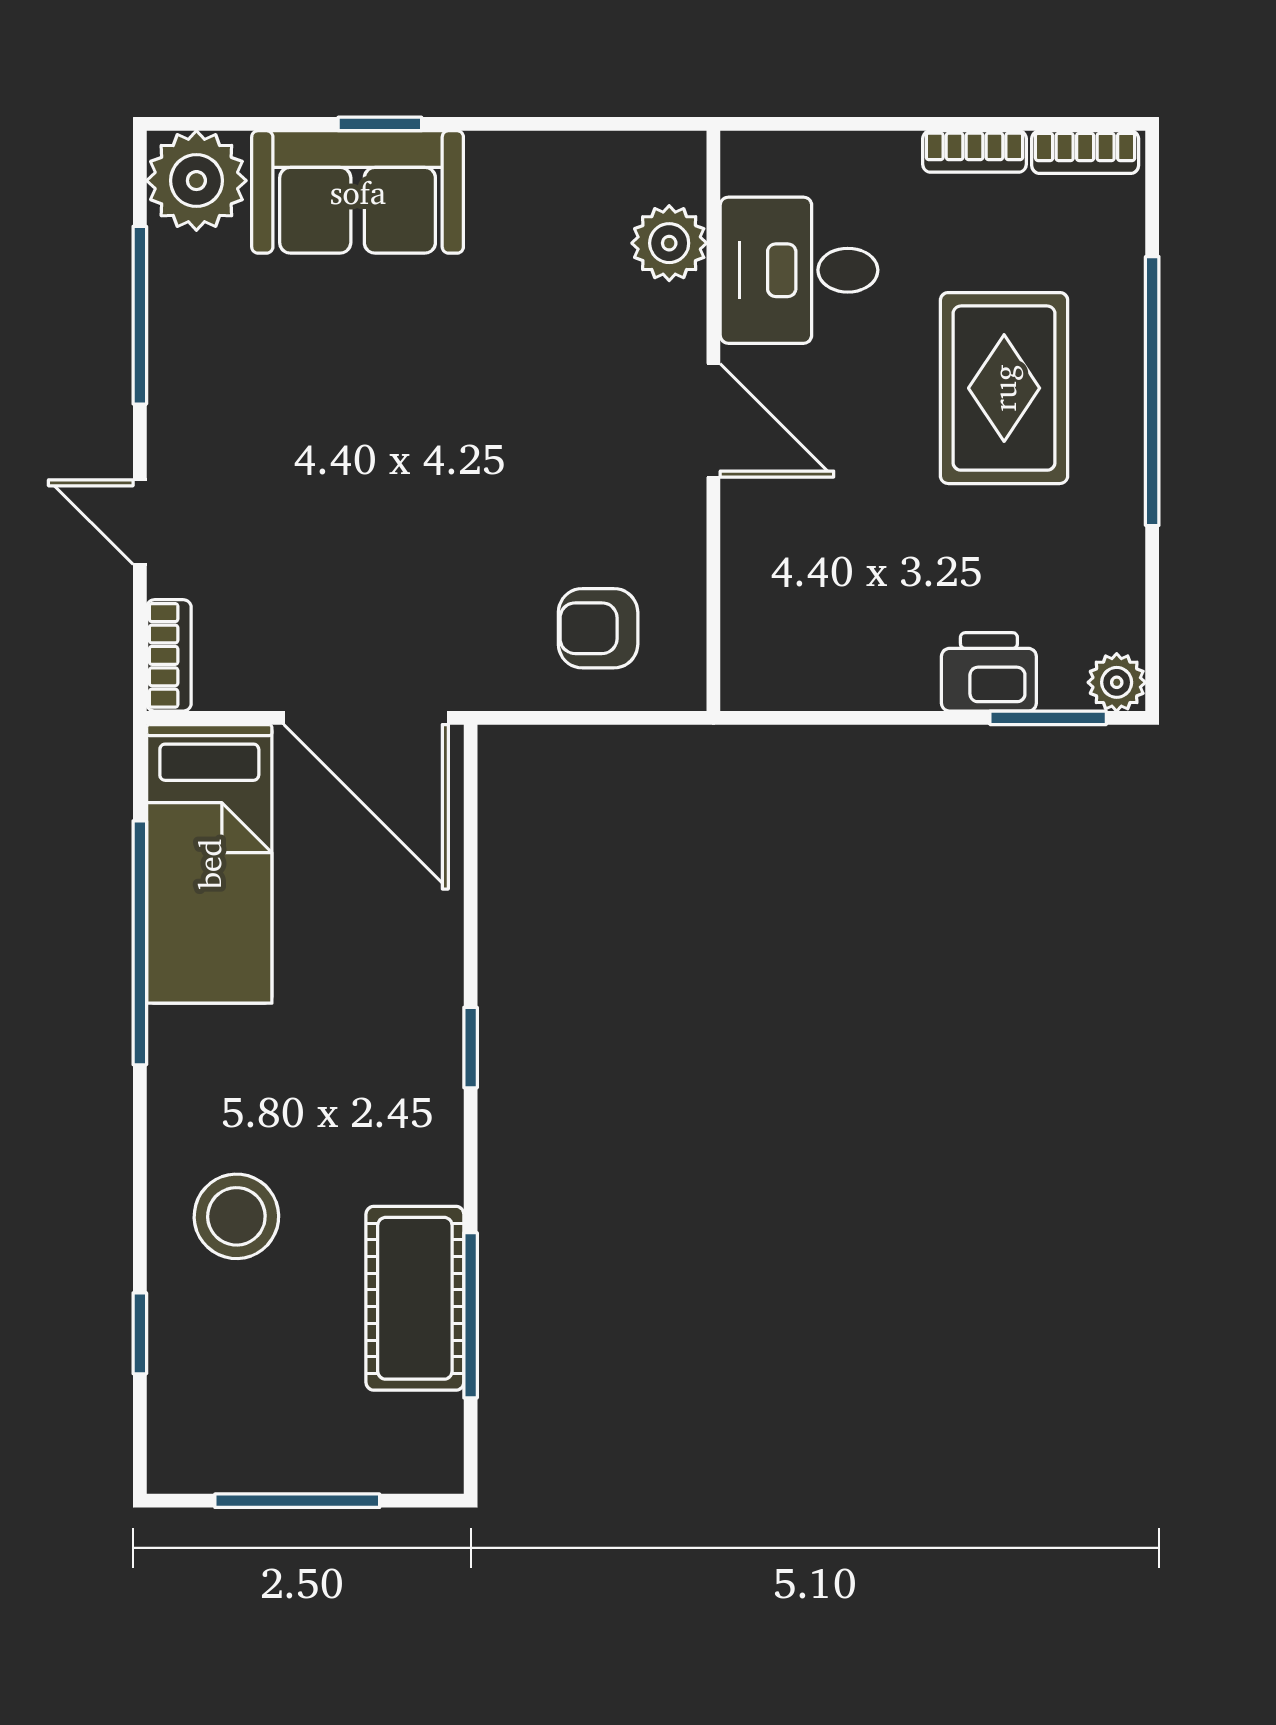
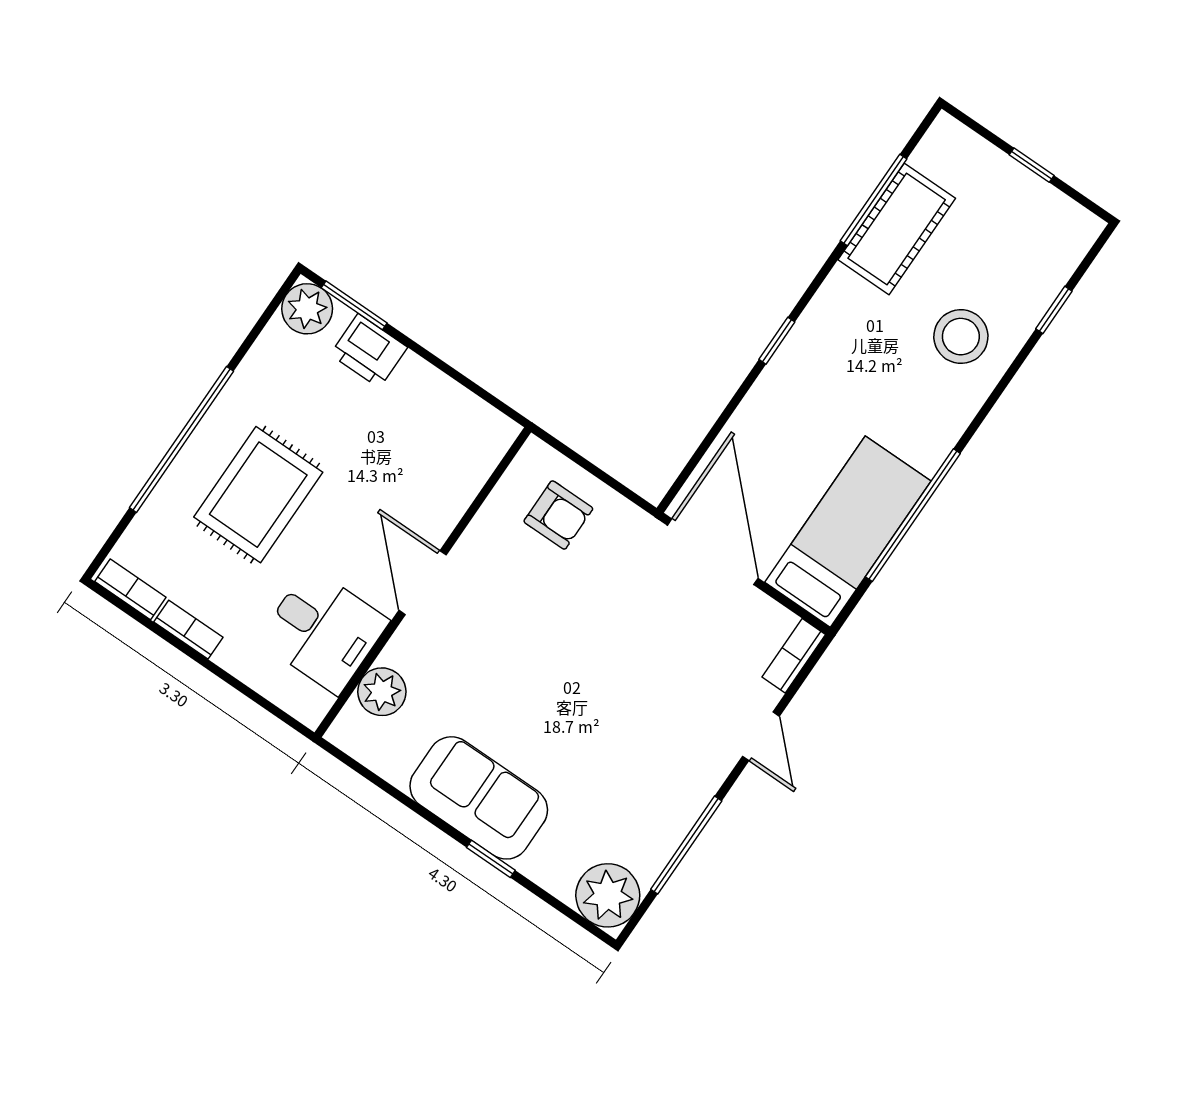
sofa: (358, 192) -> (479, 798), moved
plant: (1117, 682) -> (307, 309), width x1.38, depth x1.38
window: (297, 1501) -> (1032, 165), width x0.46

